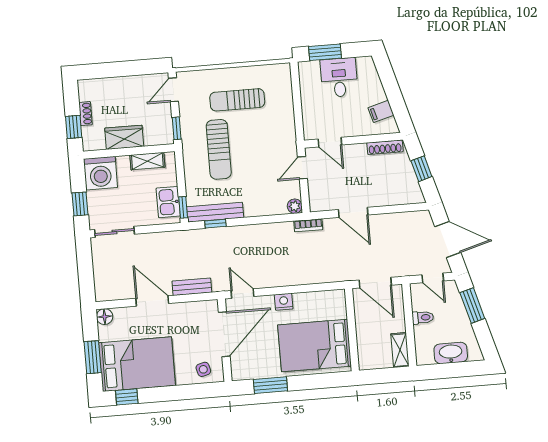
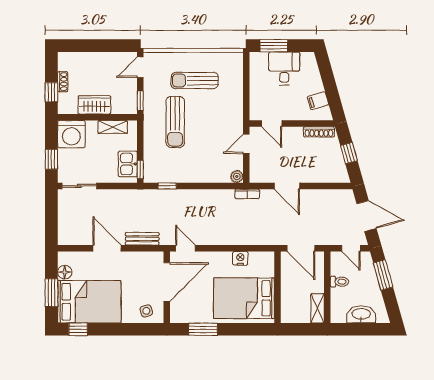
bench: (215, 212) -> (168, 176), removed
nightstand: (284, 302) -> (240, 258), moved
floor lamp: (105, 317) -> (65, 272), moved

